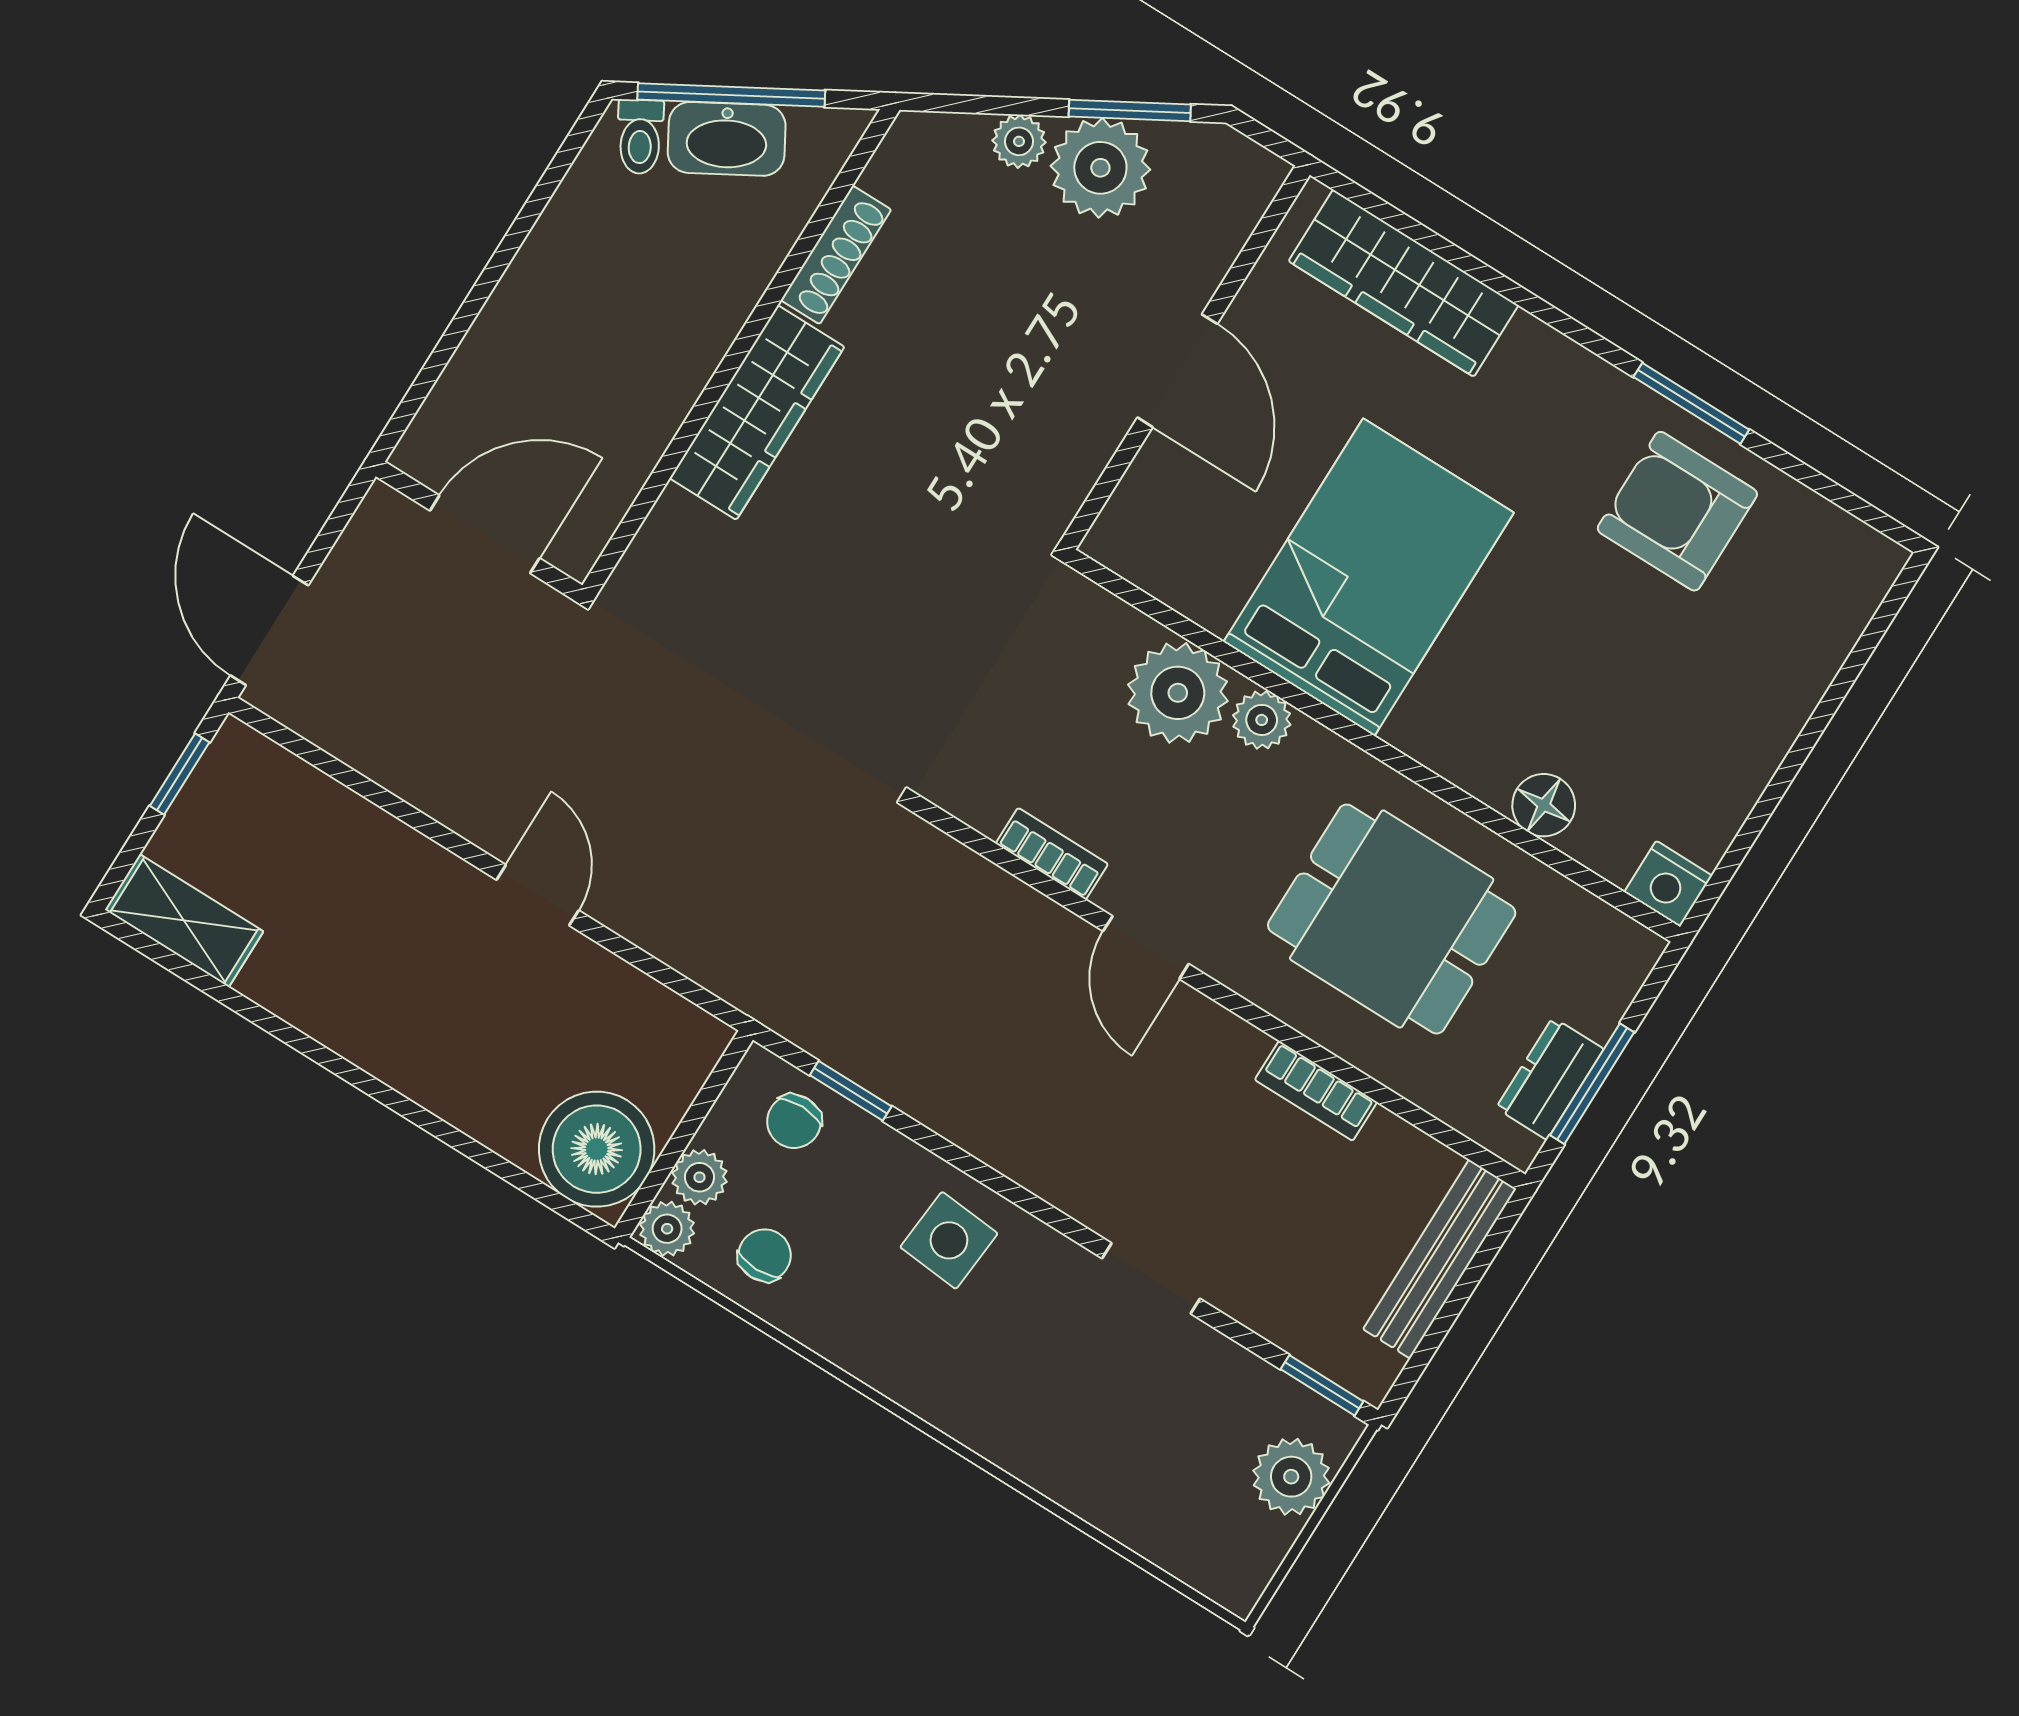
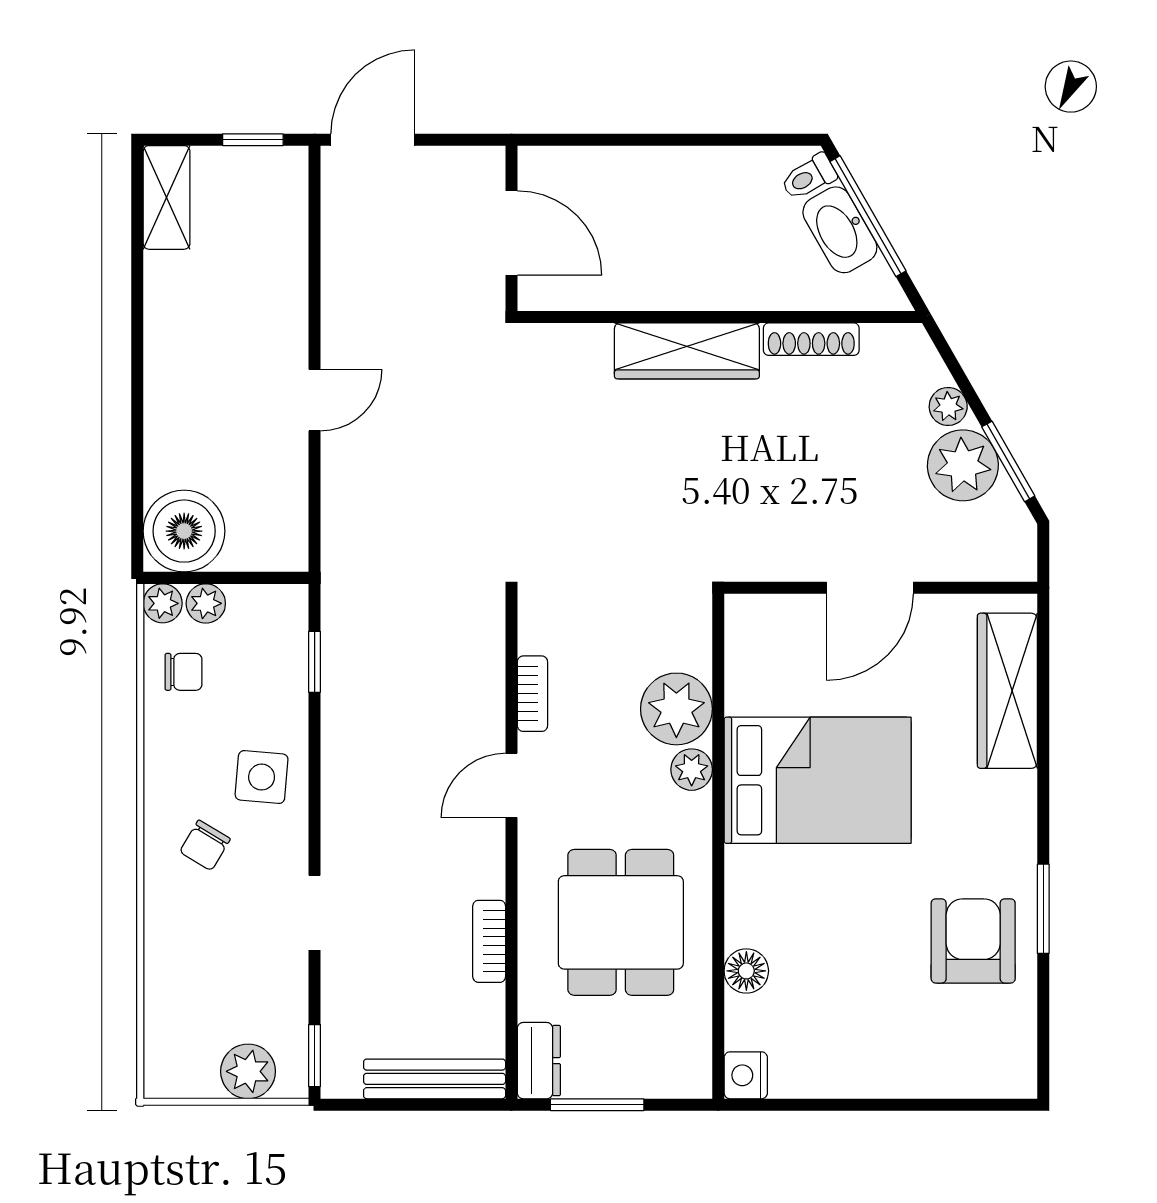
dresser: (1550, 1079) -> (539, 1061), moved, turned 90
chair: (794, 1121) -> (205, 845), moved, turned -59

